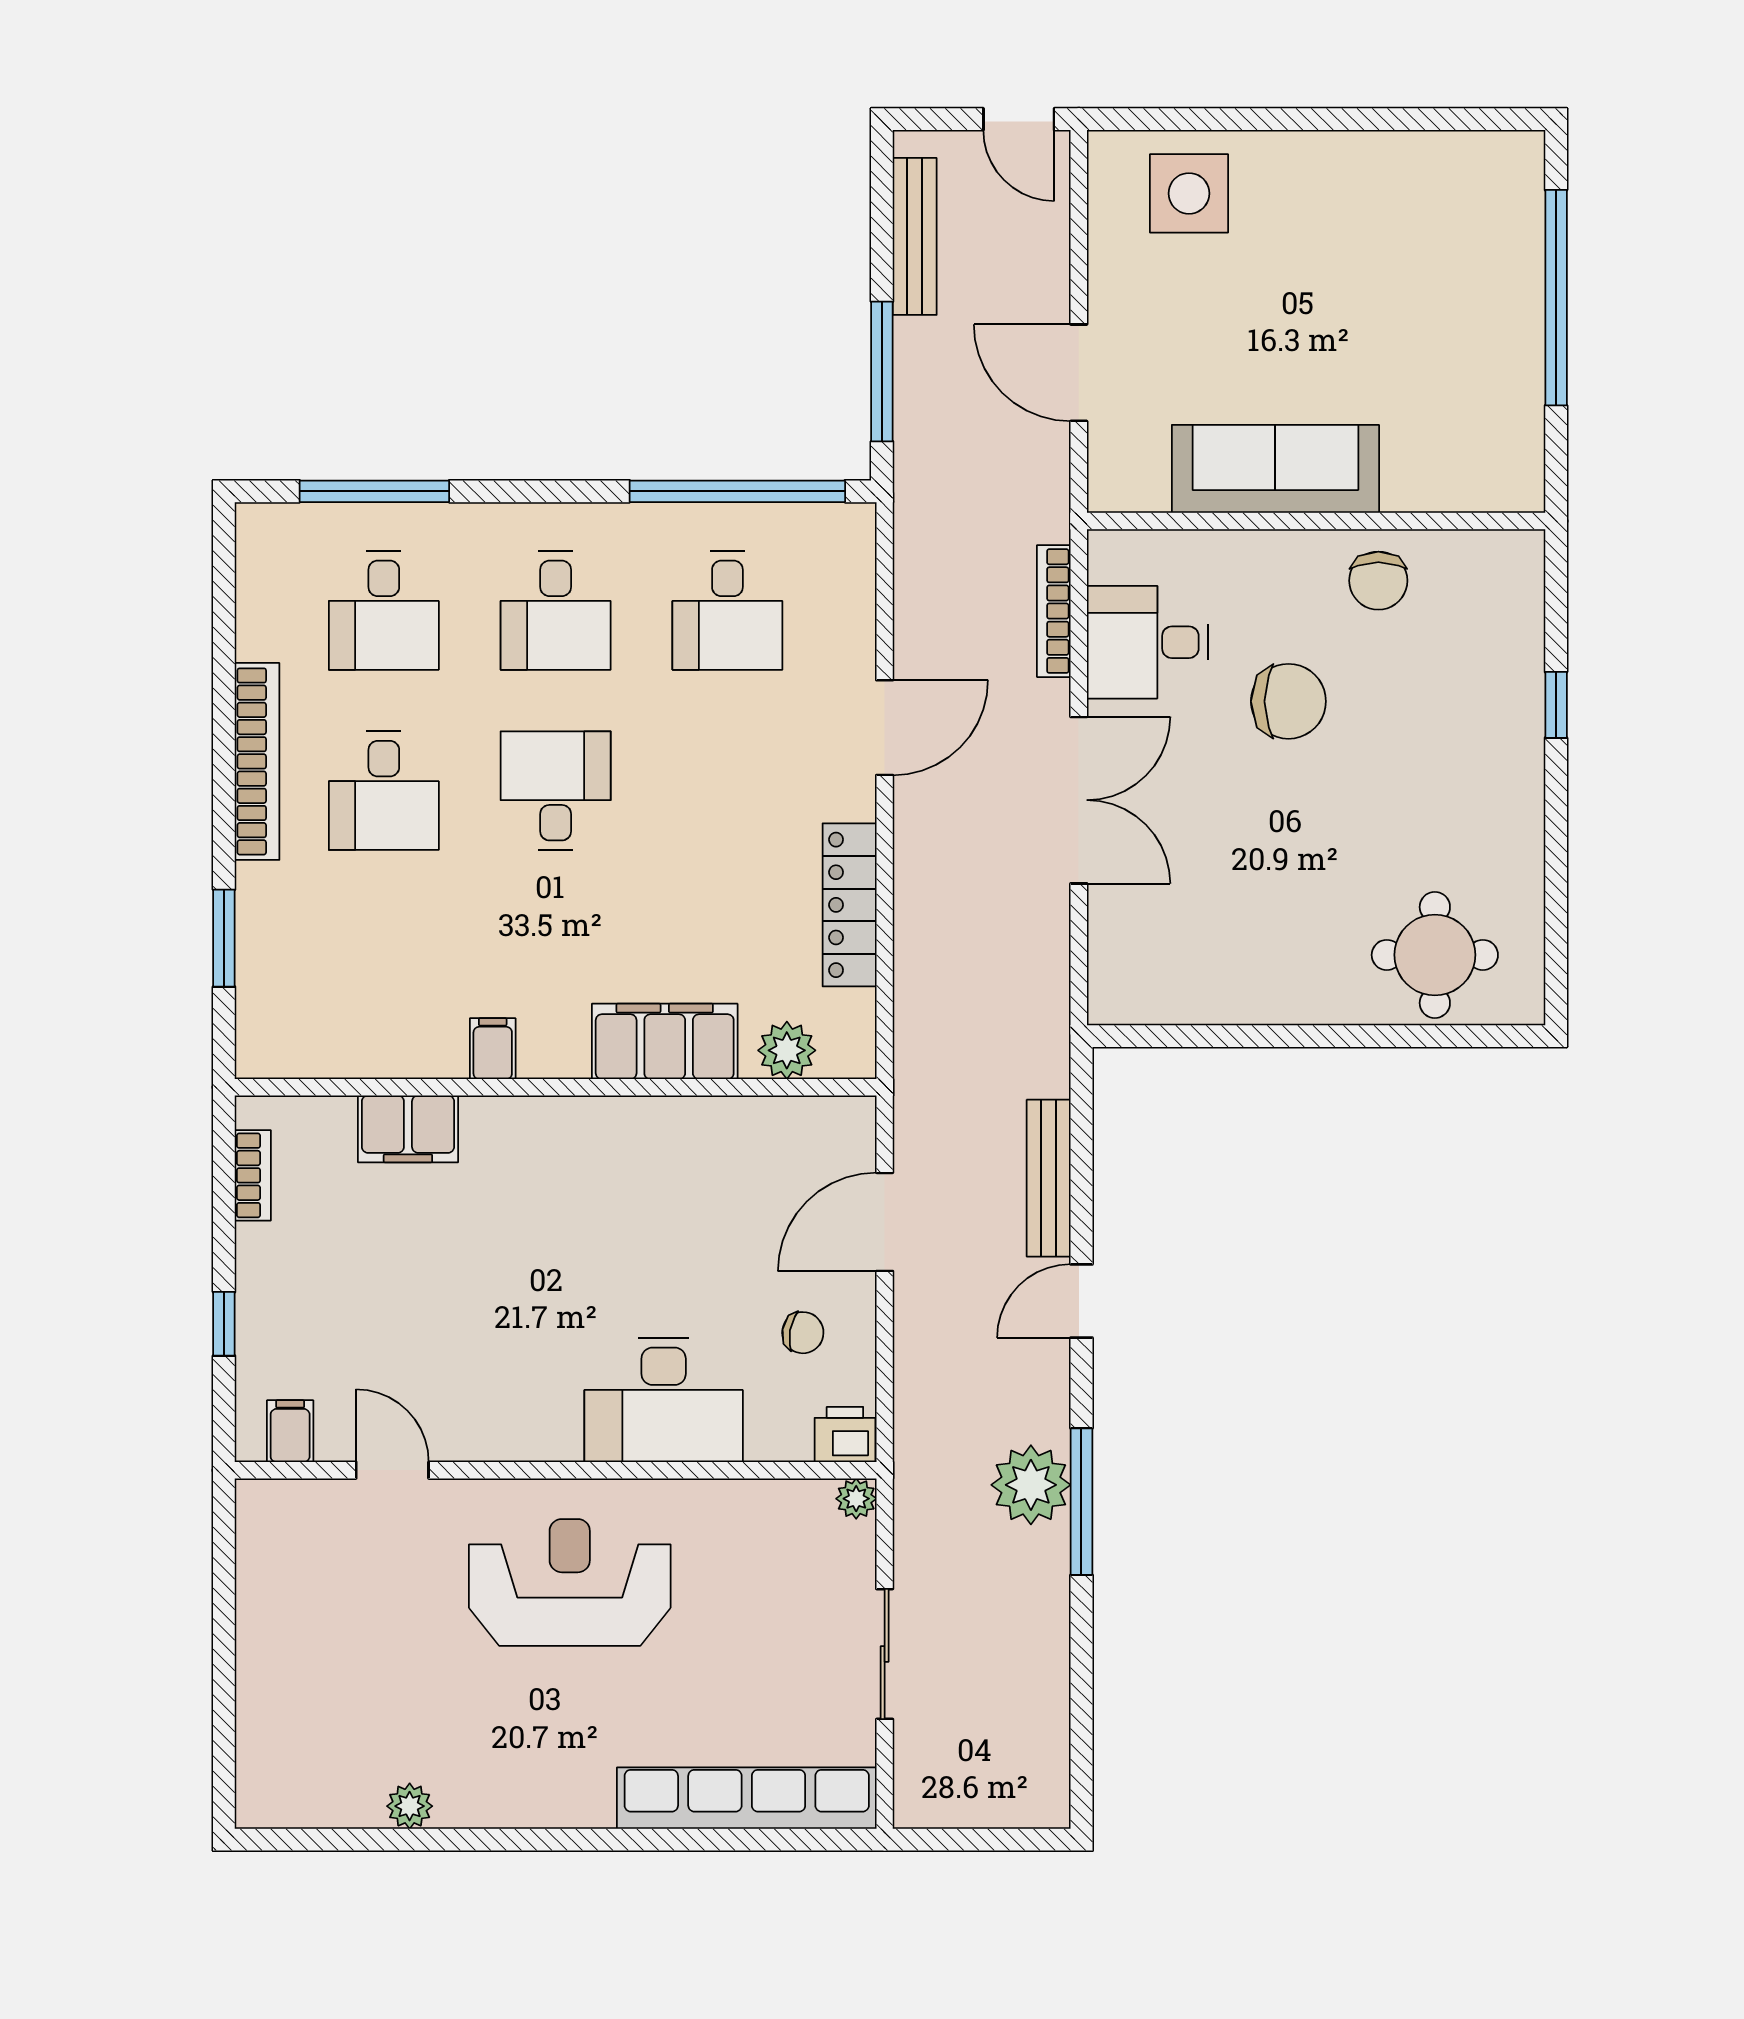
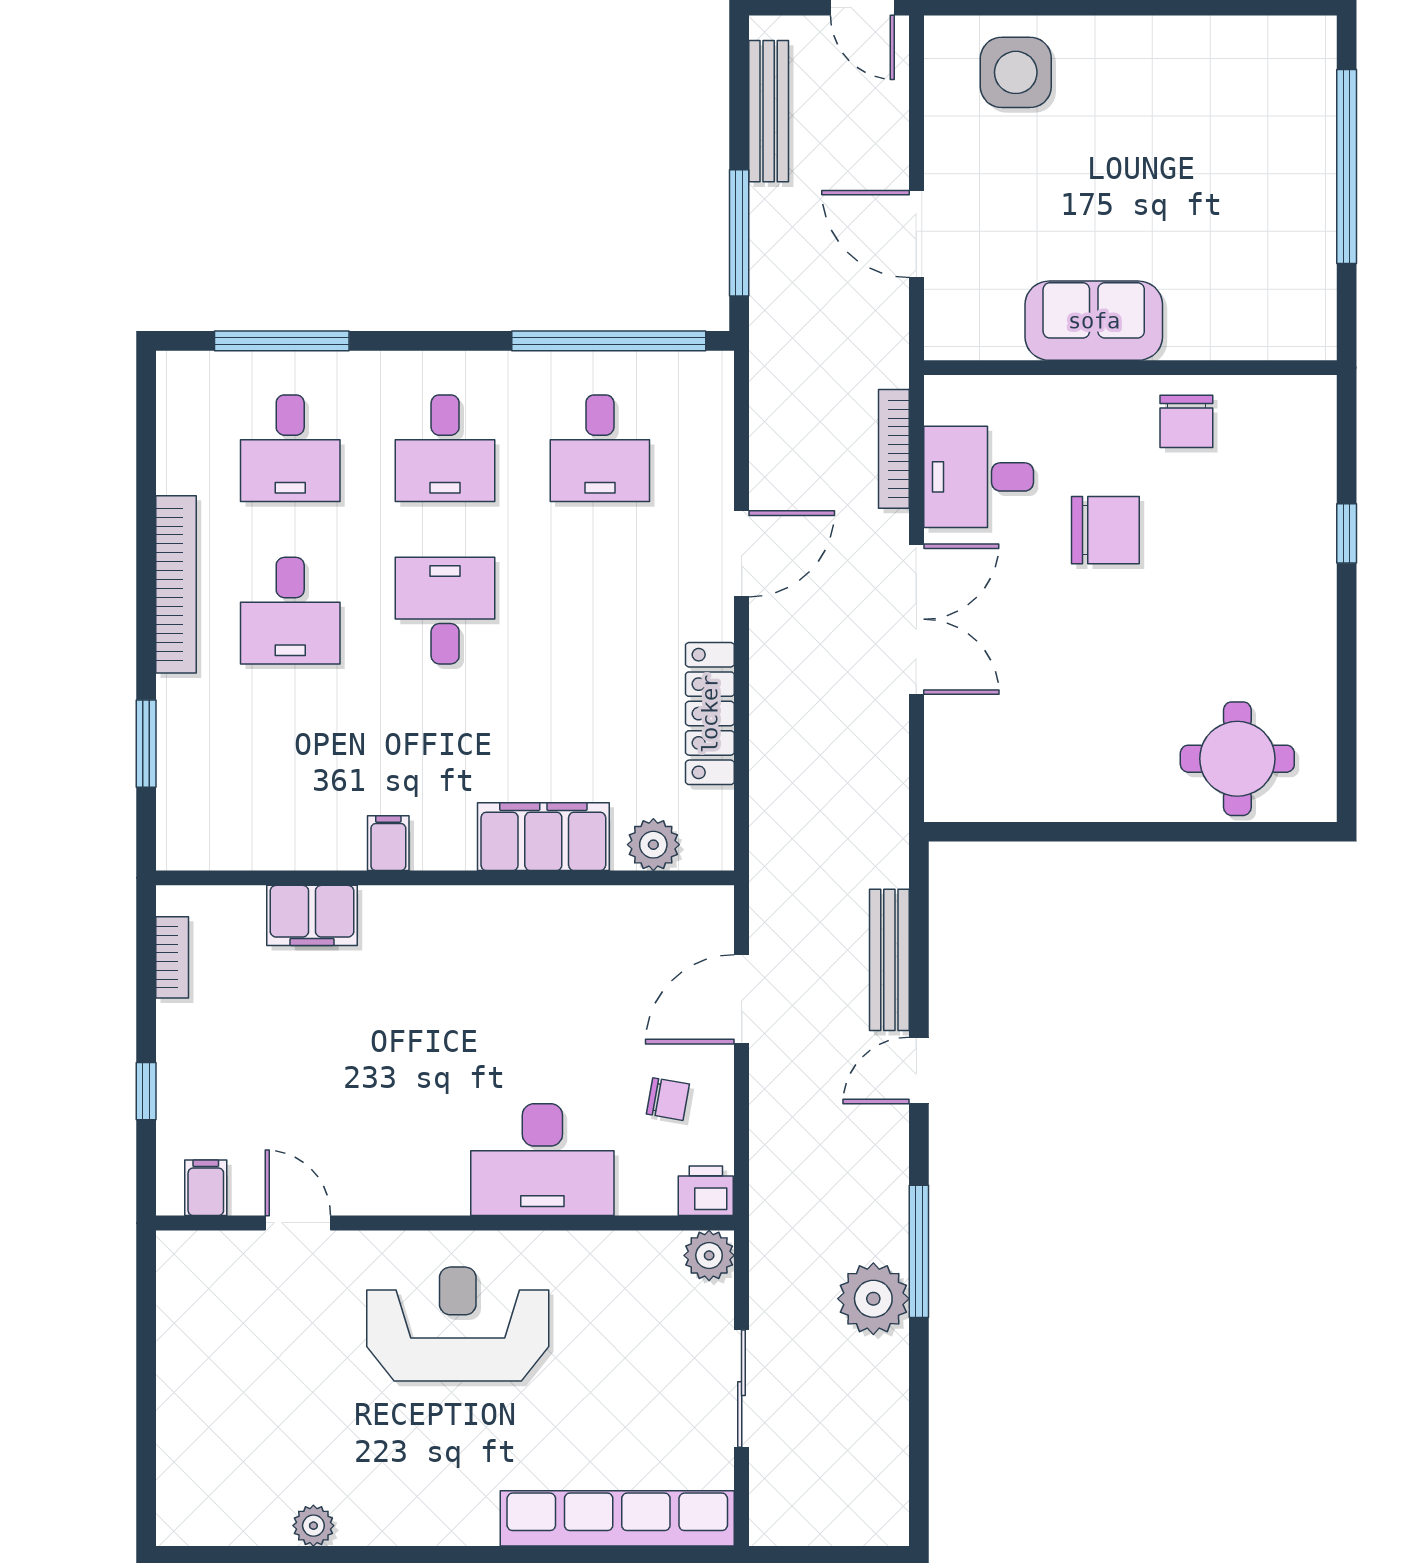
sofa: (1275, 469) -> (1094, 321), width x0.73
plant: (1031, 1485) -> (873, 1299), moved
plant: (856, 1499) -> (709, 1255), width x1.38, depth x1.38

